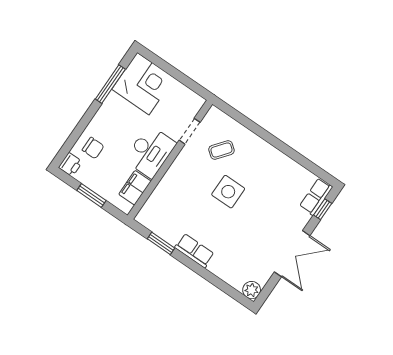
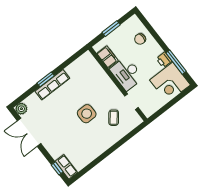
printer: (70, 165) -> (164, 60), moved
window: (161, 243) -> (46, 79), moved
row of seats: (194, 251) -> (52, 85), width x1.48
double door: (292, 254) -> (29, 132), moved

